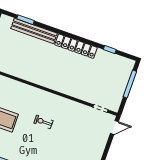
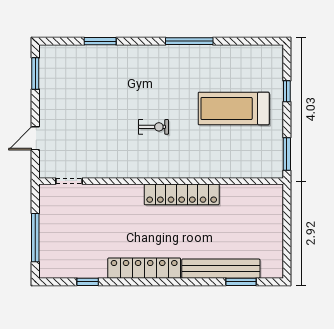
locker: (41, 79) -> (182, 194), added
door: (114, 128) -> (35, 138), moved

